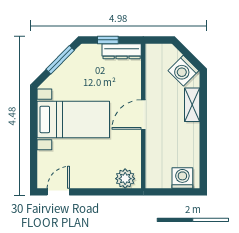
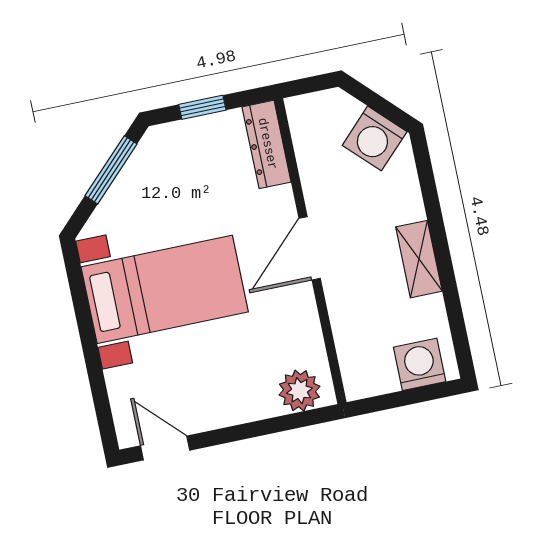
dresser: (122, 51) -> (267, 144), moved, turned 90
shelving: (192, 105) -> (419, 259), moved
door: (58, 192) -> (165, 448), hinge flipped

